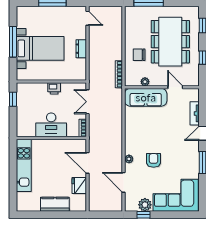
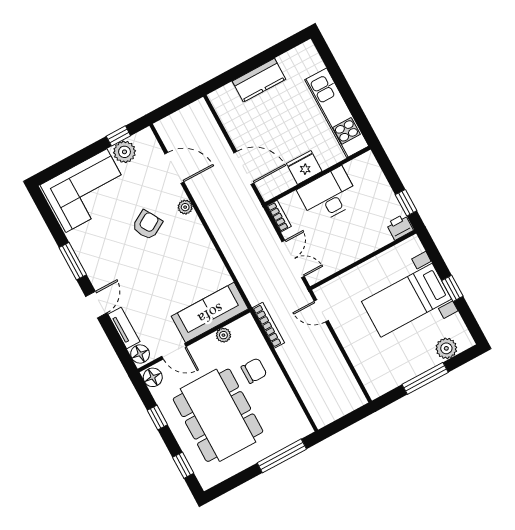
plant: (33, 12) -> (446, 348), added
door: (87, 18) -> (321, 311), moved
window: (13, 42) -> (452, 288), width x0.46
dresser: (81, 49) -> (345, 333), removed
floor lamp: (194, 80) -> (153, 377), added
printer: (54, 88) -> (400, 227), moved
floor lamp: (194, 95) -> (140, 354), added
armchair: (154, 160) -> (147, 225), turned -120
fridge: (79, 186) -> (304, 167), moved, turned -90

